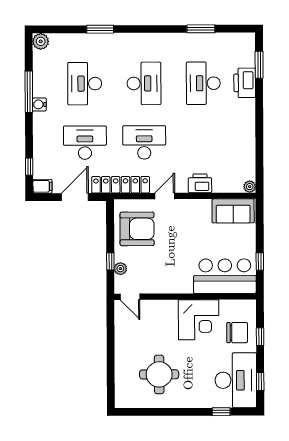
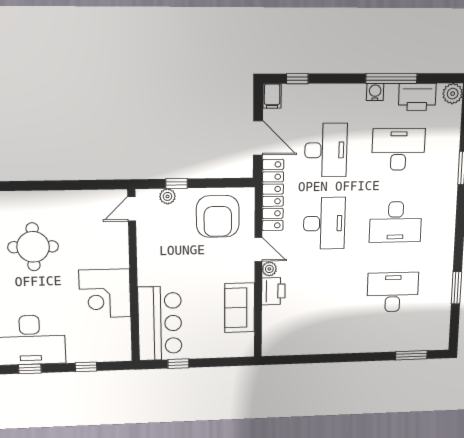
printer: (245, 83) -> (417, 97), moved, turned 180
plant: (250, 187) -> (269, 269), moved
sofa: (233, 211) -> (240, 308), moved
chair: (237, 333) -> (90, 340), removed

